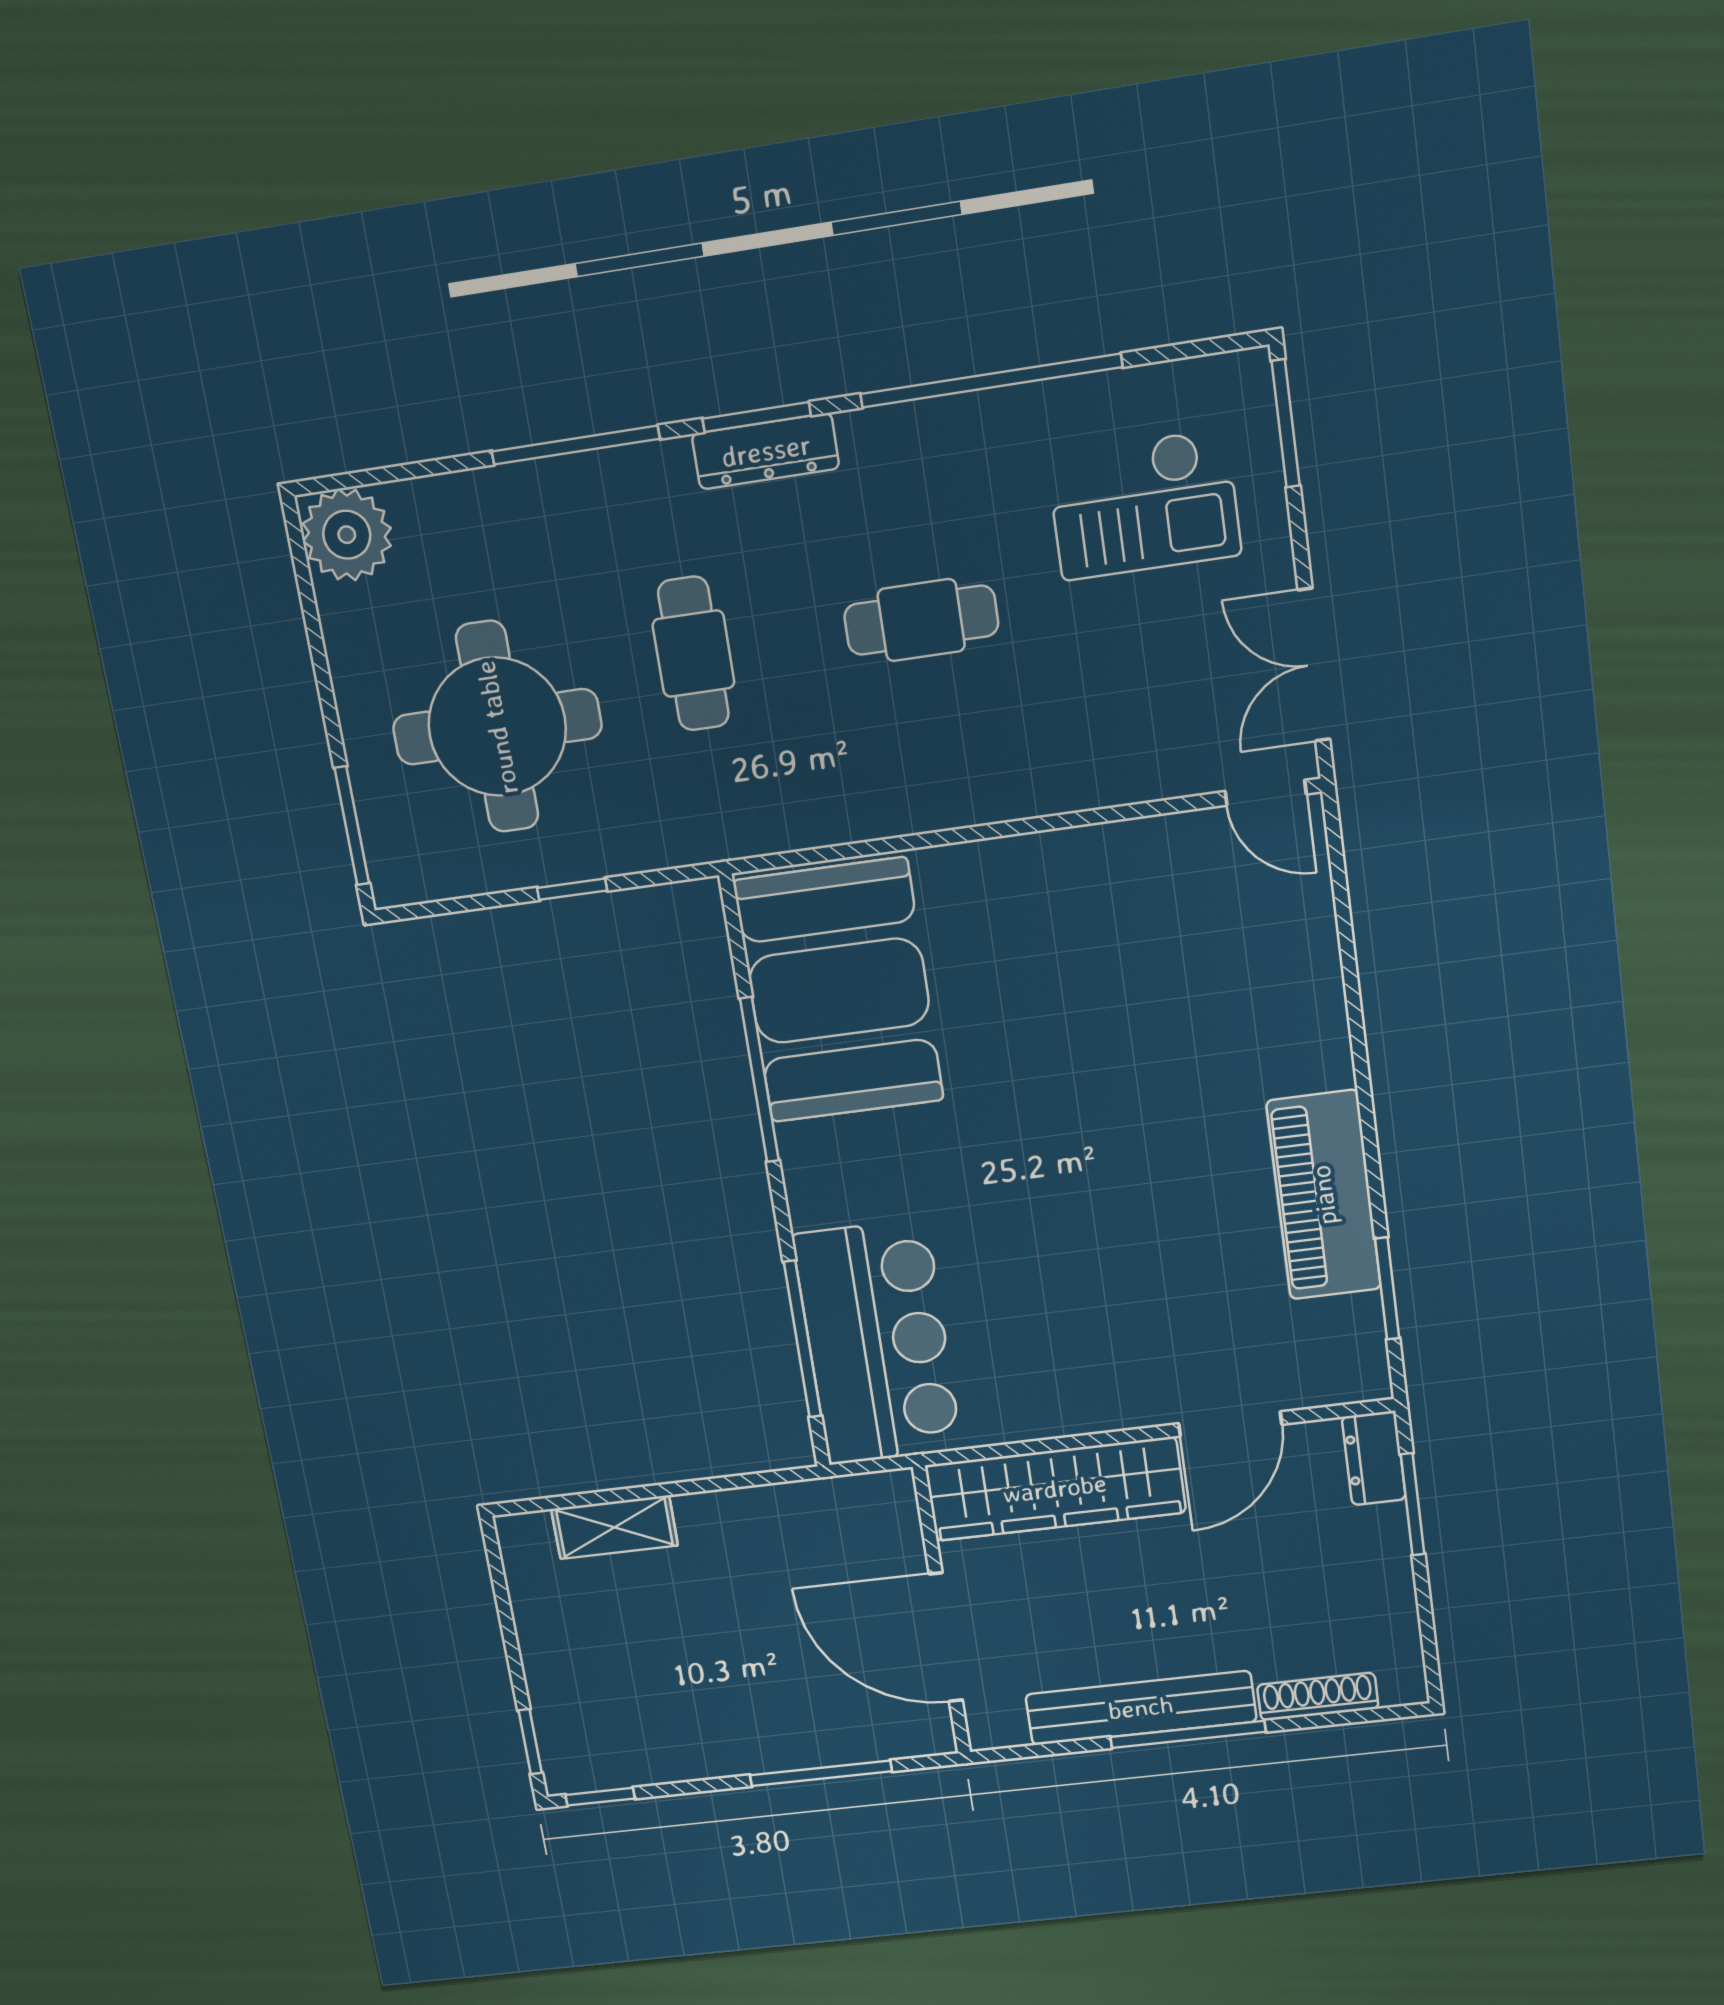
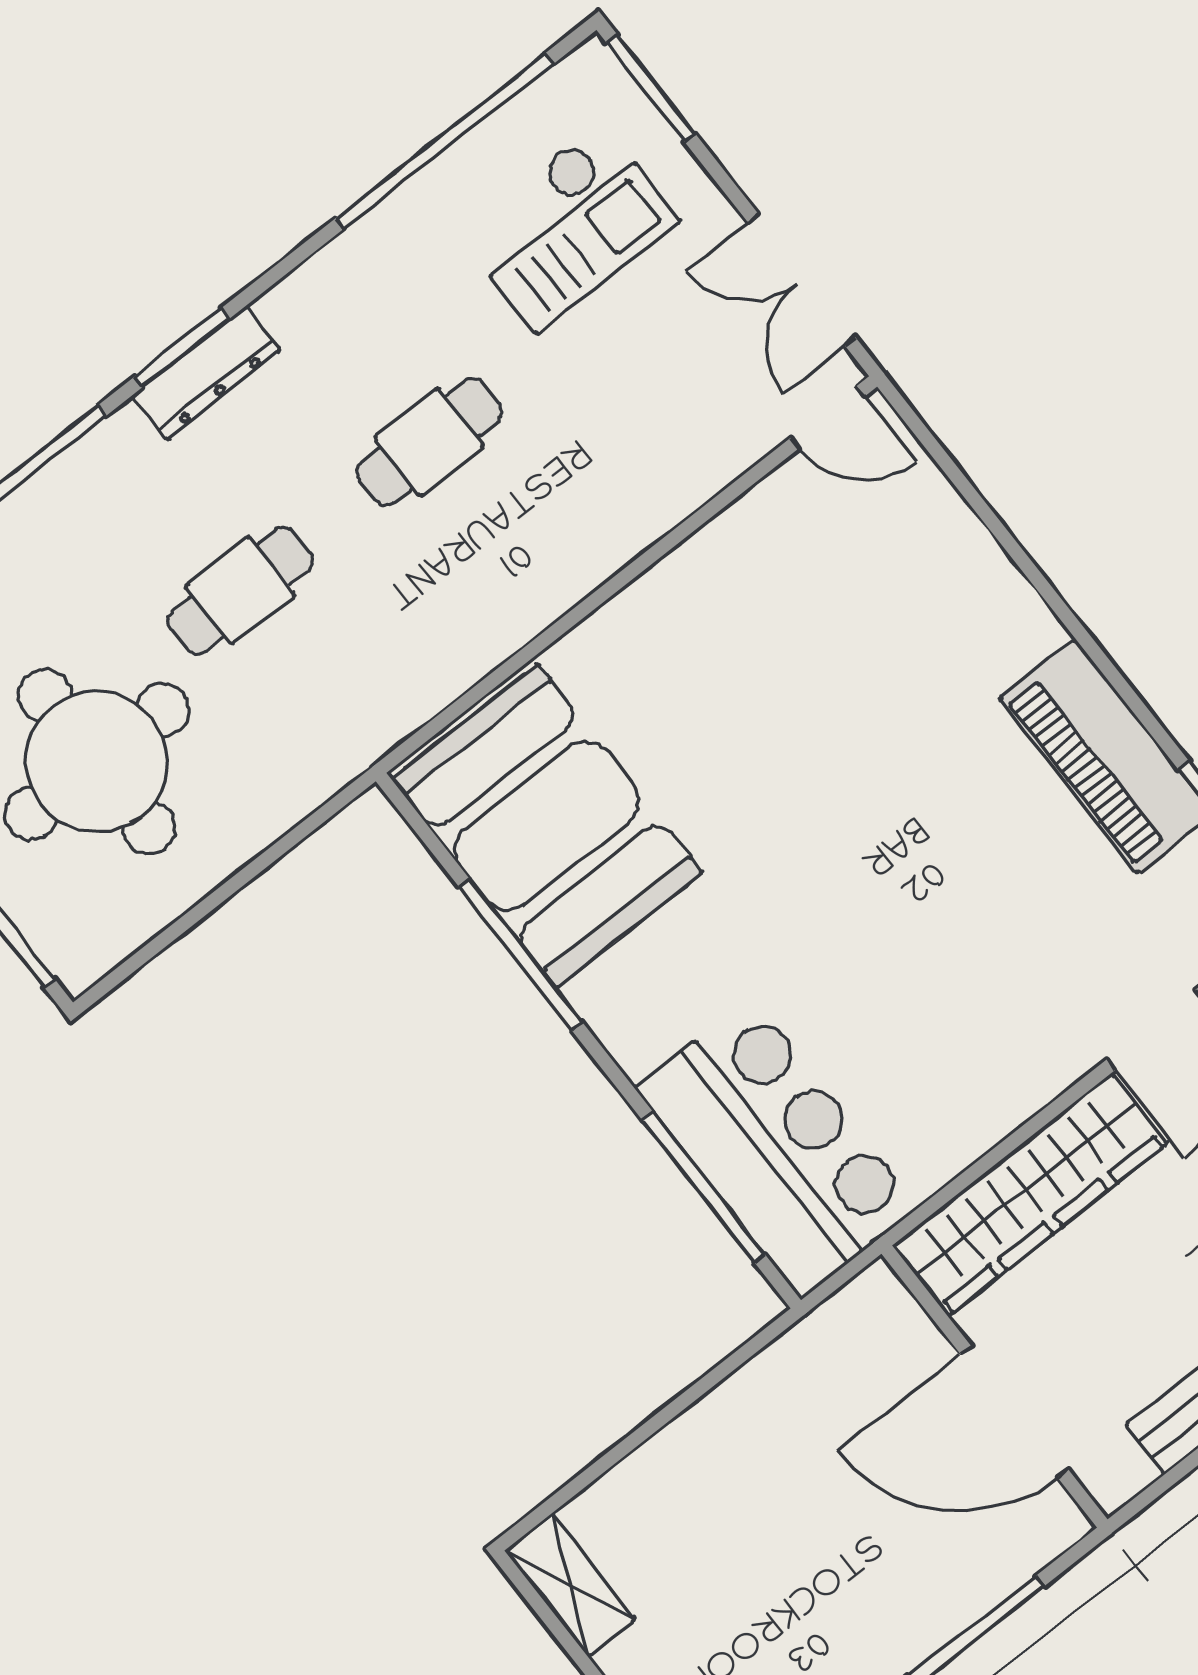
window: (991, 381) -> (444, 141), moved
cafe table: (693, 654) -> (240, 590), turned 90
window: (572, 889) -> (247, 874), removed
shelving: (614, 1527) -> (570, 1585), moved, turned 90

